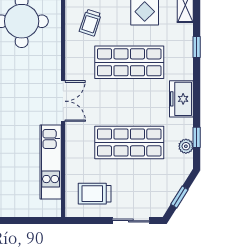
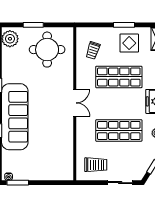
kitchen unit: (51, 162) -> (66, 143), removed
trolley: (95, 194) -> (96, 165), turned 180

